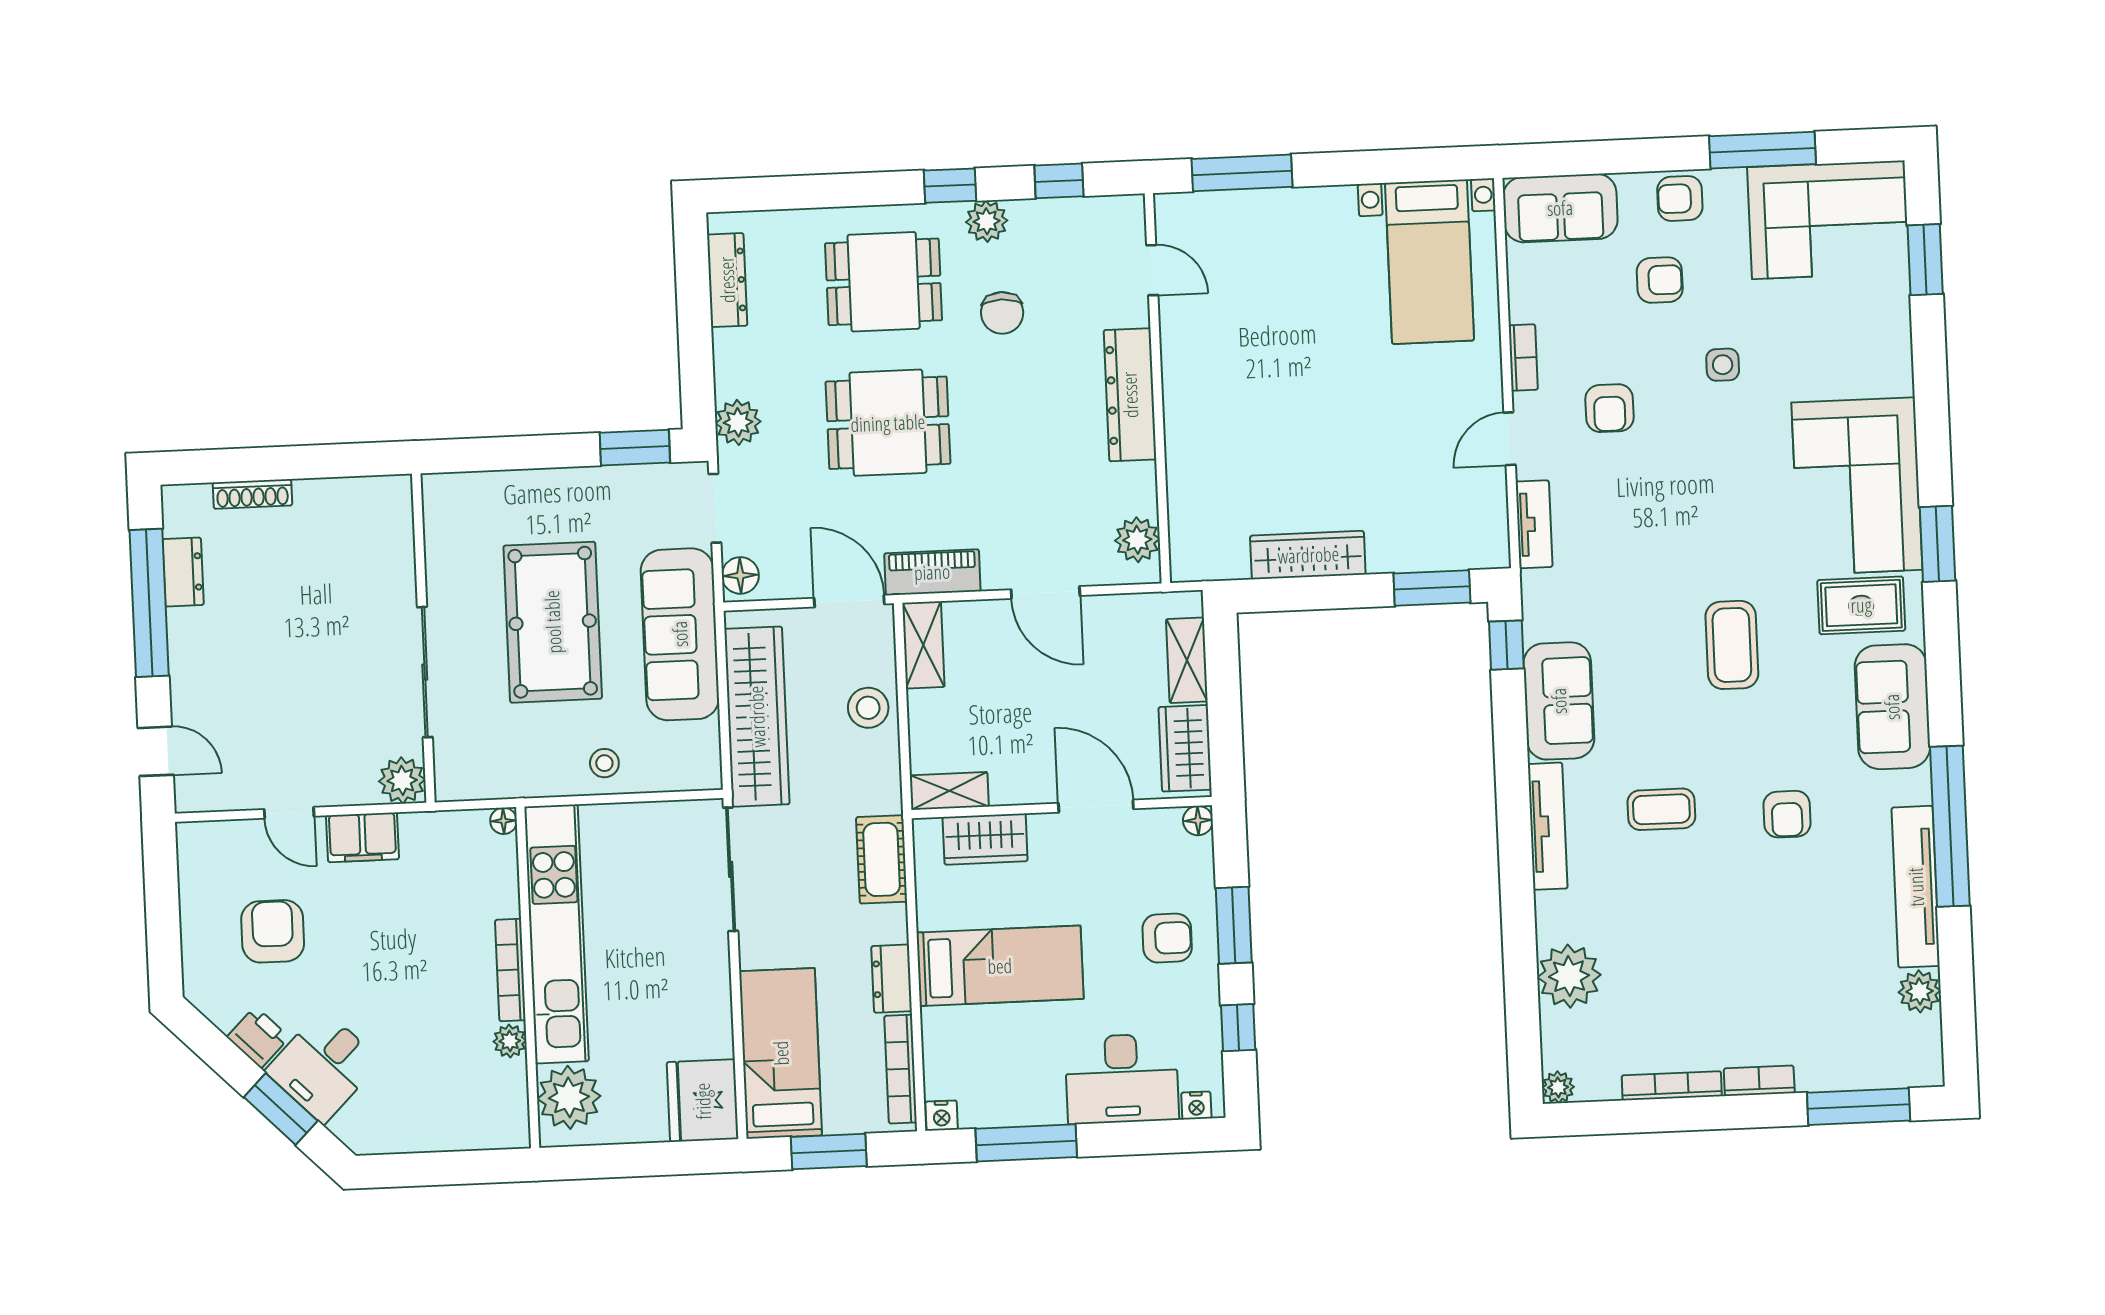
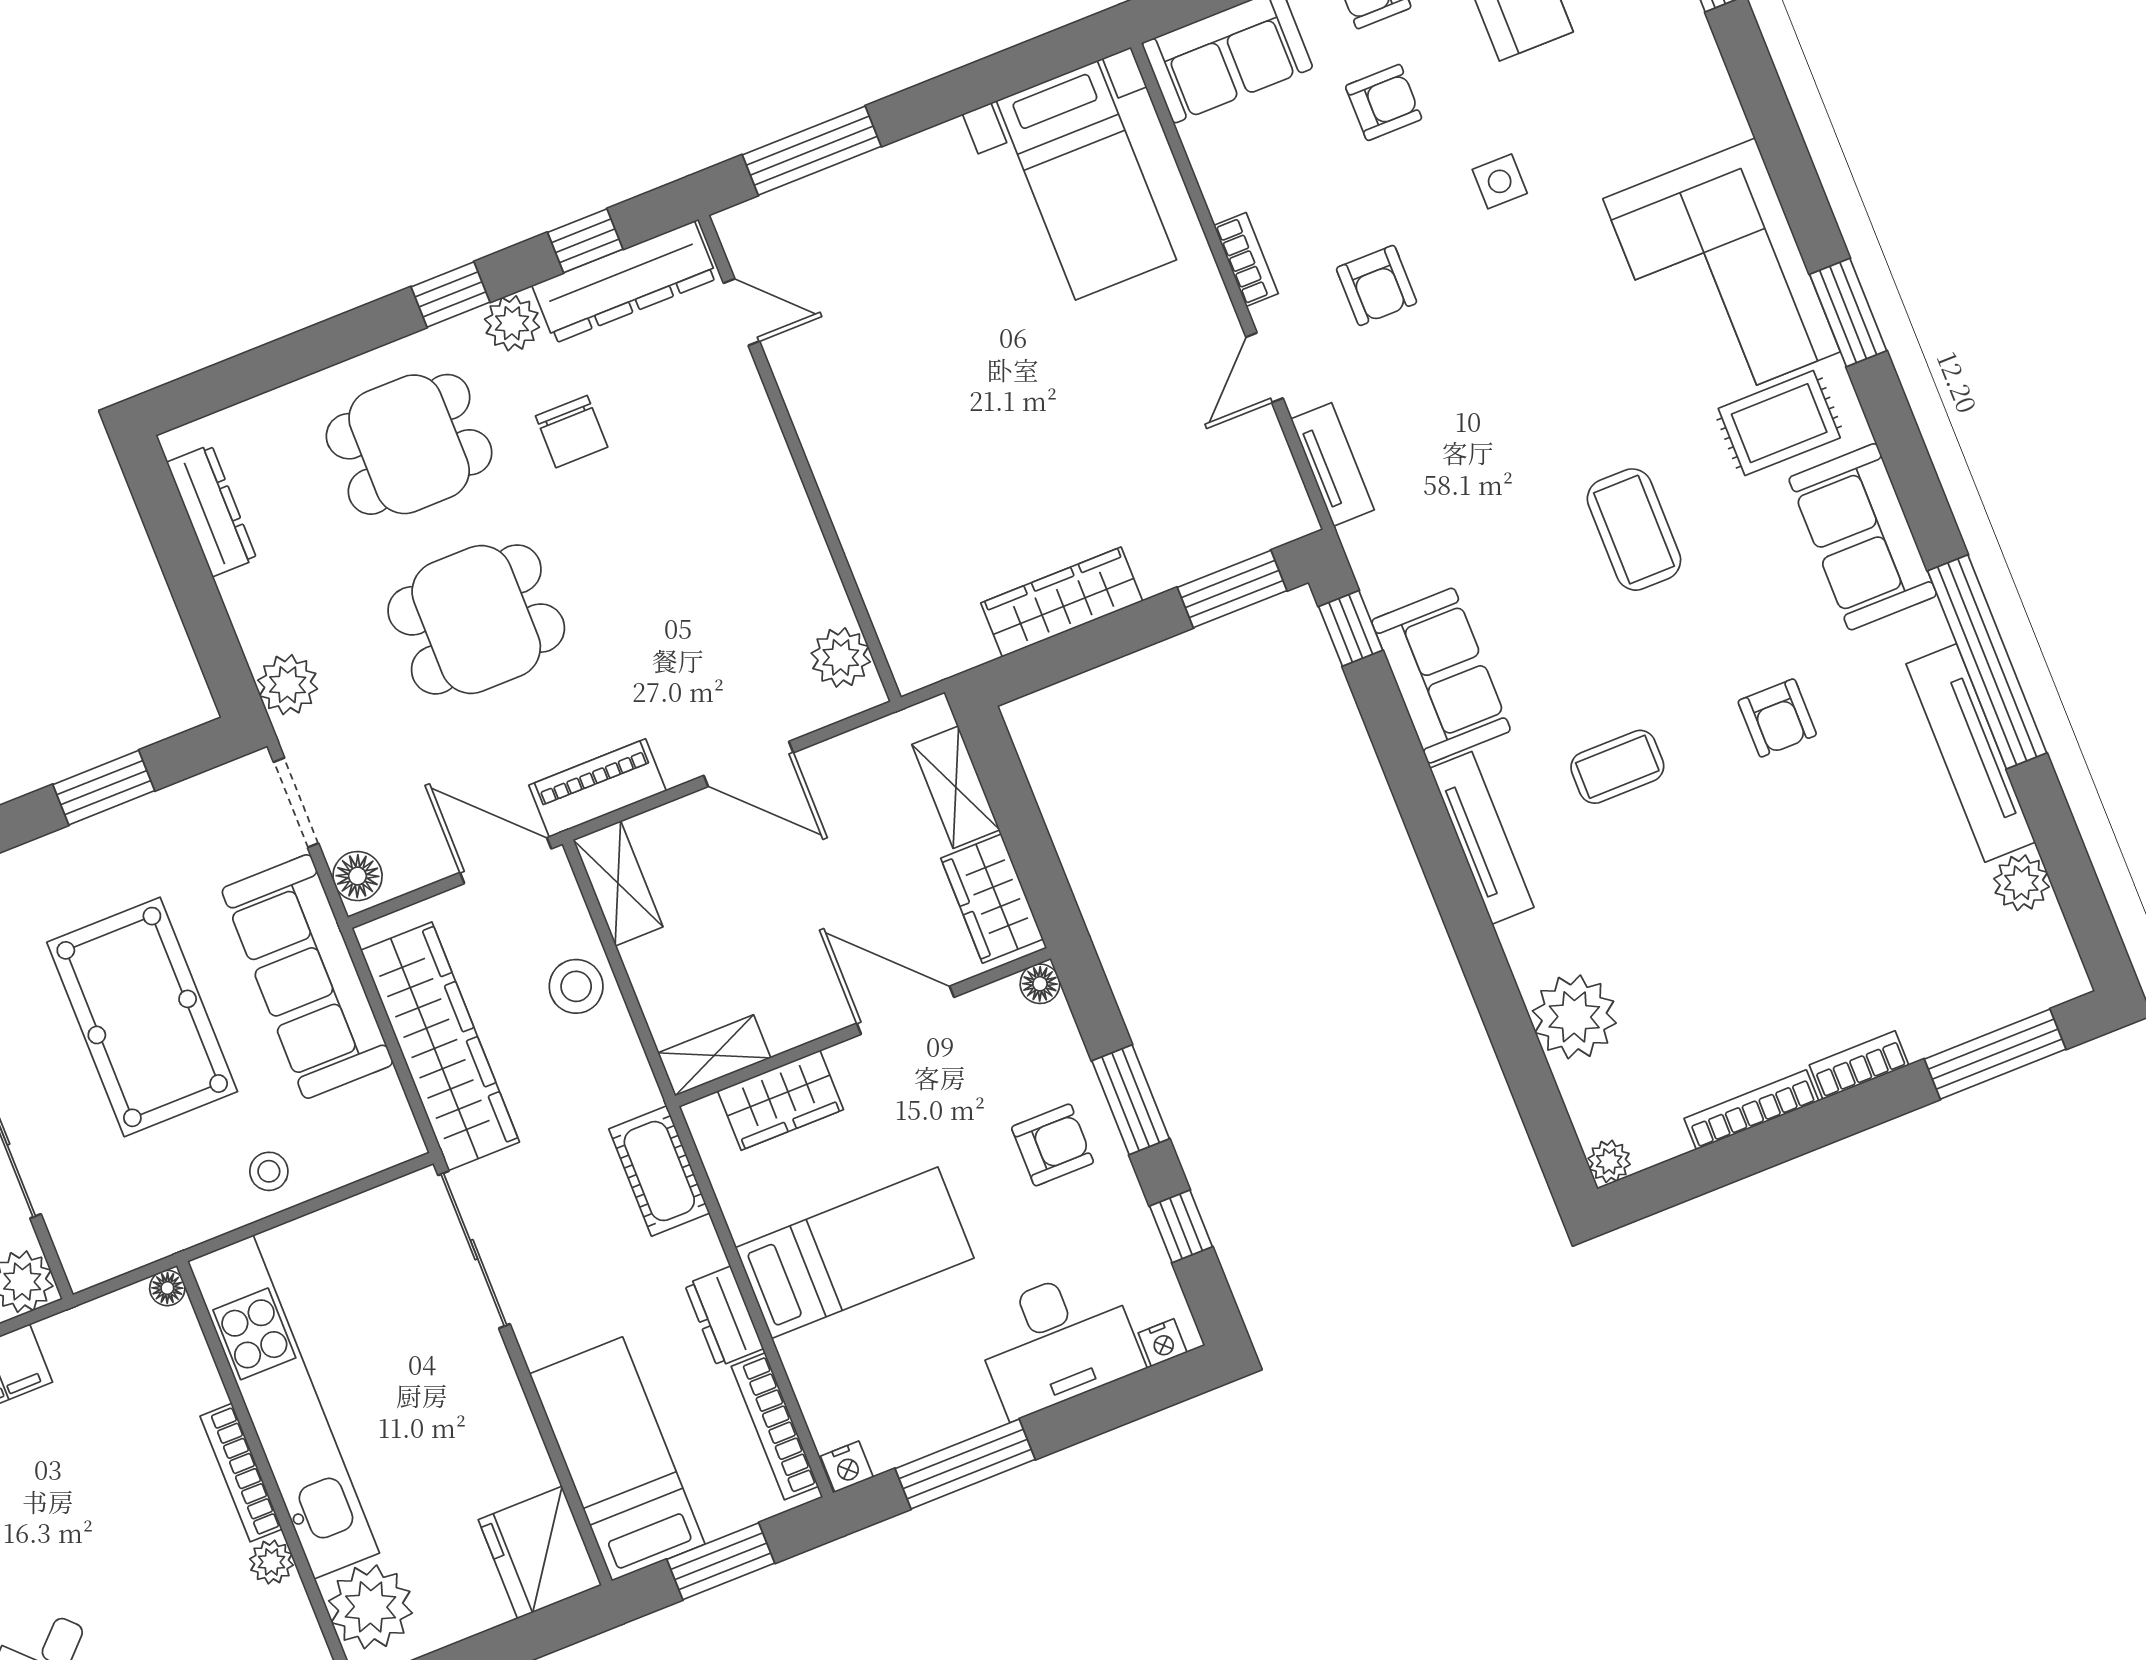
dresser: (1130, 395) -> (625, 282), moved, turned -90
window: (635, 448) -> (104, 788), moved

